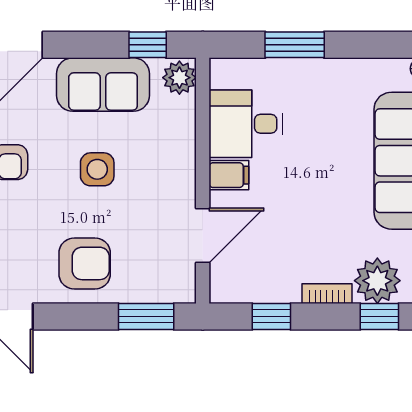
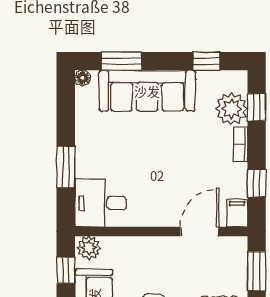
desk: (246, 124) -> (101, 203), moved, turned 90
filing cabinet: (229, 175) -> (237, 213), moved
door: (203, 235) -> (200, 231), hinge flipped

